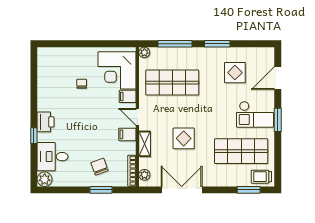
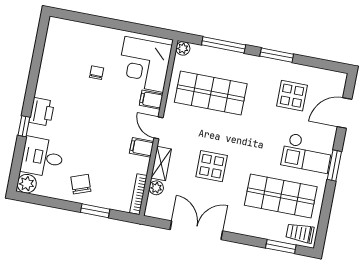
chair: (99, 167) -> (81, 184), moved
plant: (144, 175) -> (156, 188), moved

